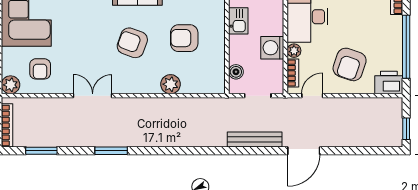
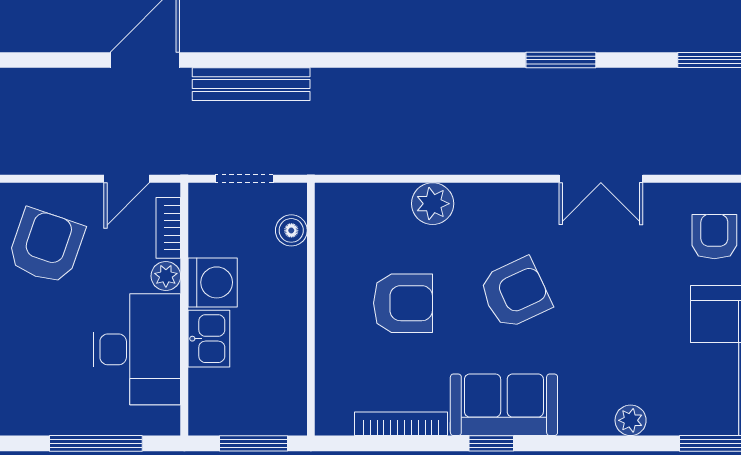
kitchen sink: (238, 21) -> (209, 339), moved, turned 180
armchair: (132, 43) -> (515, 293), turned -45

